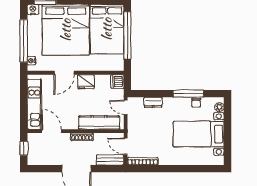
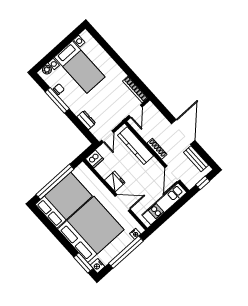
bench: (110, 160) -> (196, 159), moved

